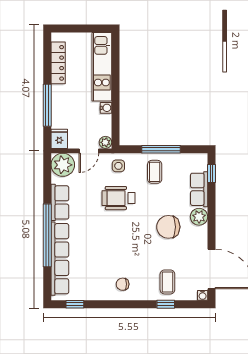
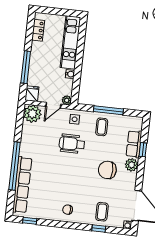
locker: (58, 63) -> (38, 30), width x0.66
window: (211, 174) -> (143, 150), moved
row of seats: (60, 202) -> (27, 142), removed

